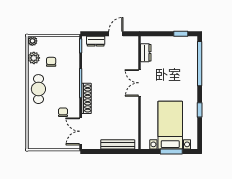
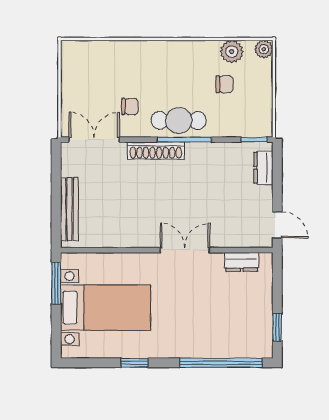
door: (116, 34) -> (277, 225), moved
cafe table: (38, 89) -> (179, 120), moved
window: (171, 152) -> (56, 283), moved

